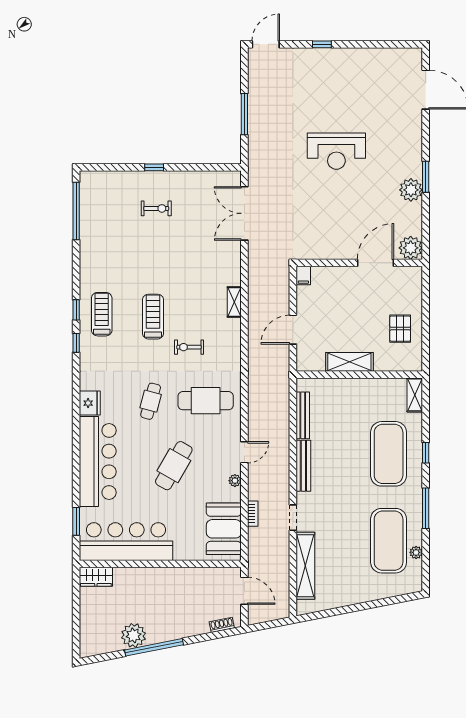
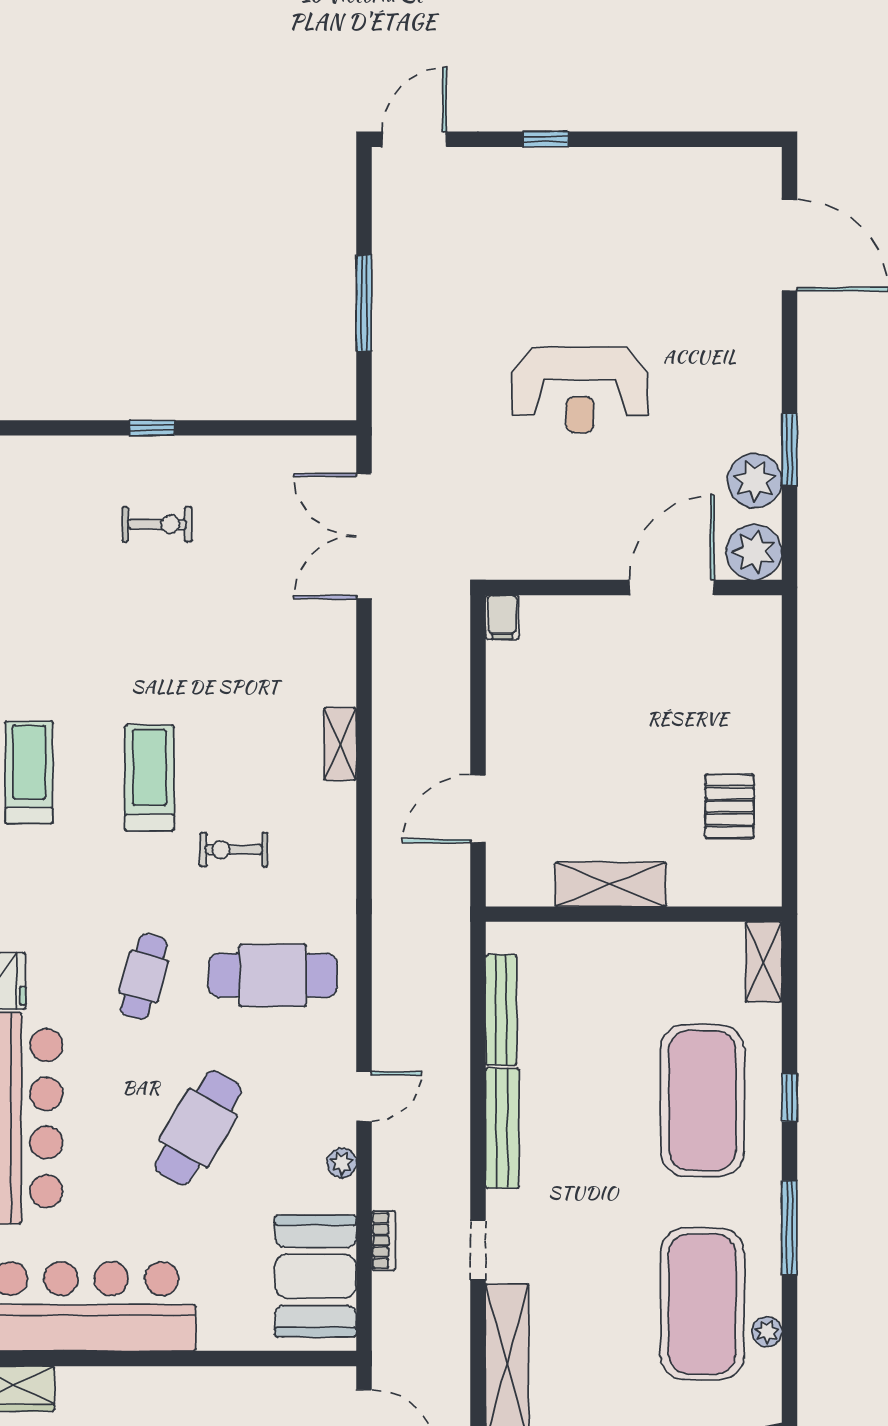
plant: (411, 248) -> (754, 552), moved
wall: (359, 263) -> (634, 587), moved
door: (375, 263) -> (672, 587), moved
filing cabinet: (303, 276) -> (502, 617), moved

